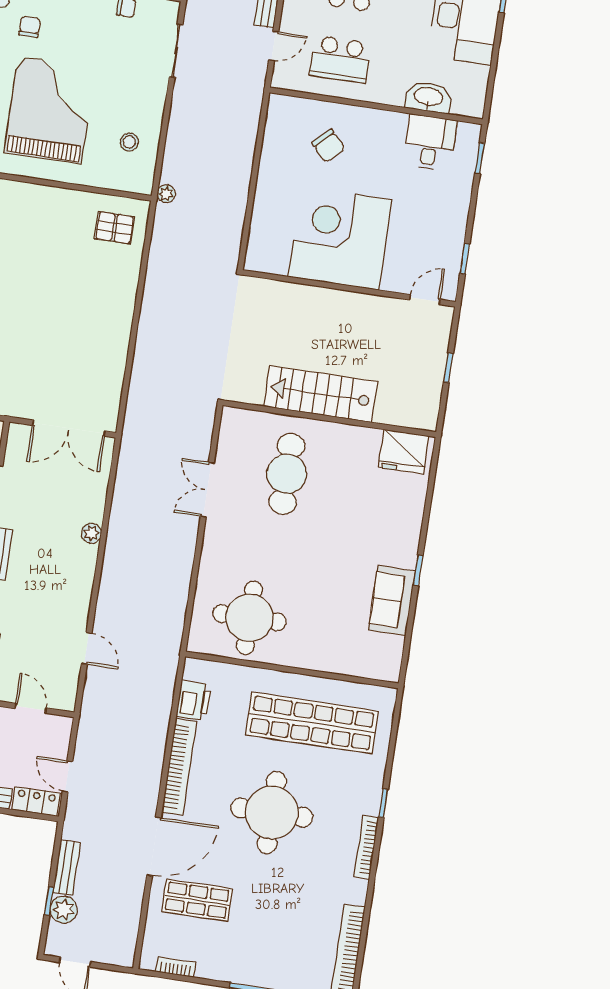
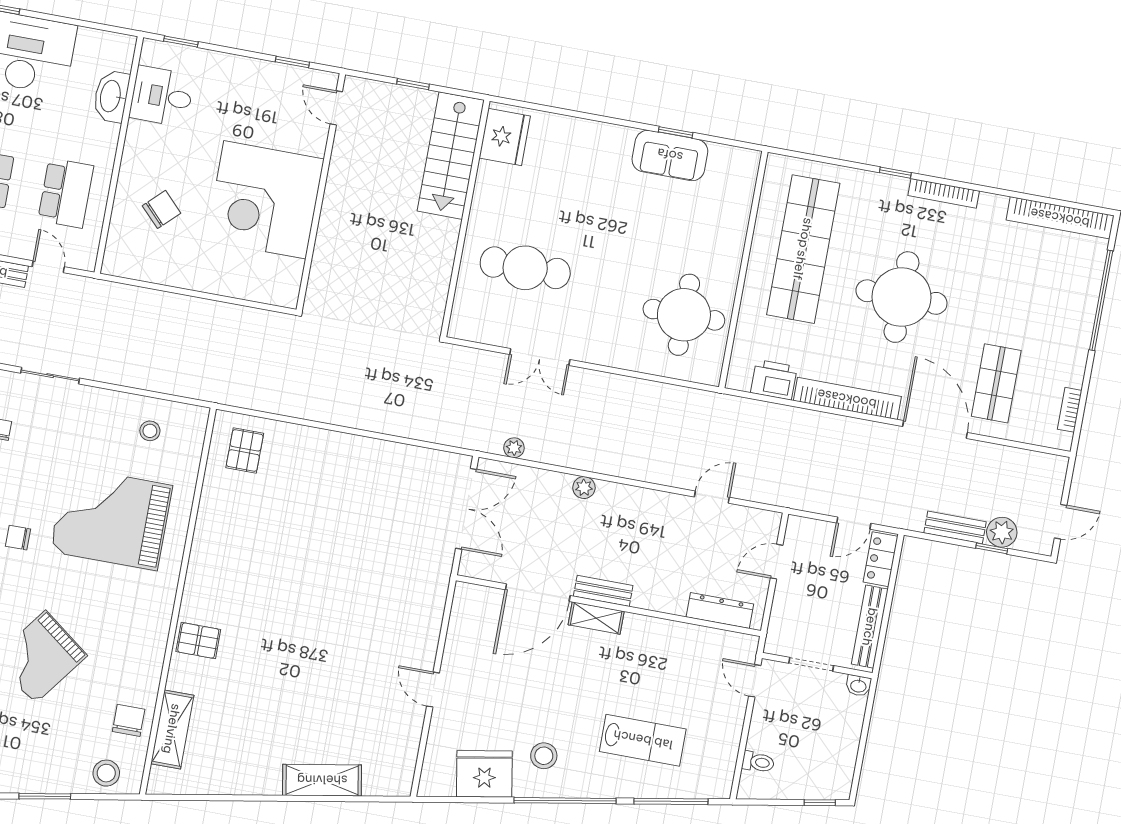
plant: (166, 194) -> (514, 448), moved
stairs: (321, 394) -> (451, 156), moved
window: (418, 570) -> (676, 132), moved

